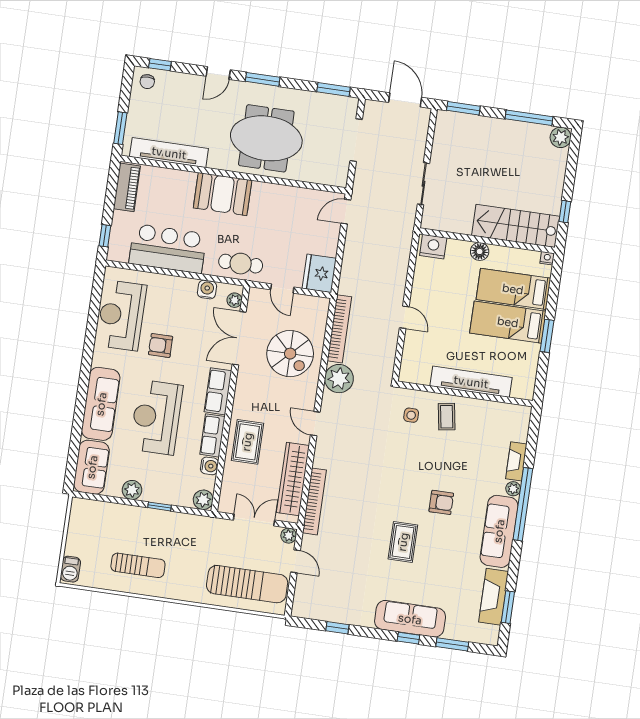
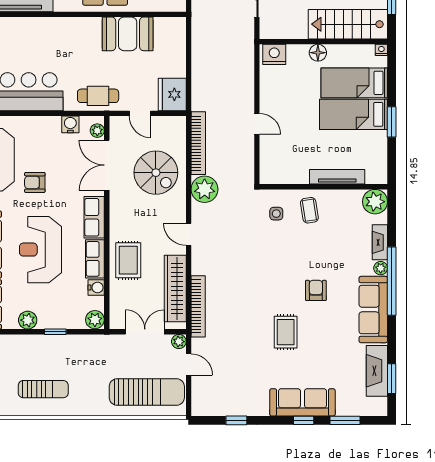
booth: (223, 194) -> (128, 34), moved
door: (346, 212) -> (189, 34), removed
tv unit: (471, 382) -> (337, 177), width x0.73, depth x0.78
plant: (517, 418) -> (375, 202), added
armchair: (441, 502) -> (316, 290), turned -90

